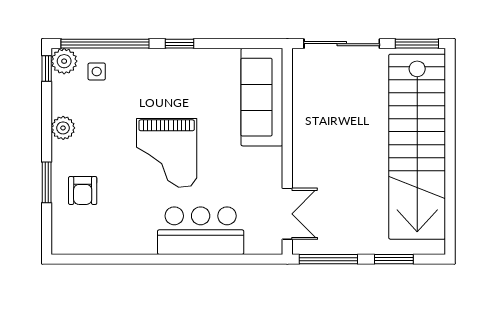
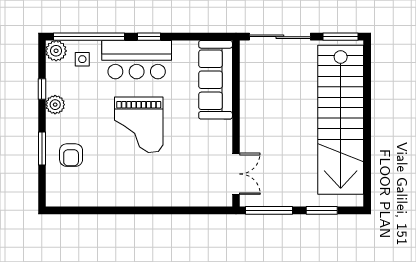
window: (47, 68) -> (42, 89), moved
bar counter: (201, 231) -> (137, 60), moved, turned 180

